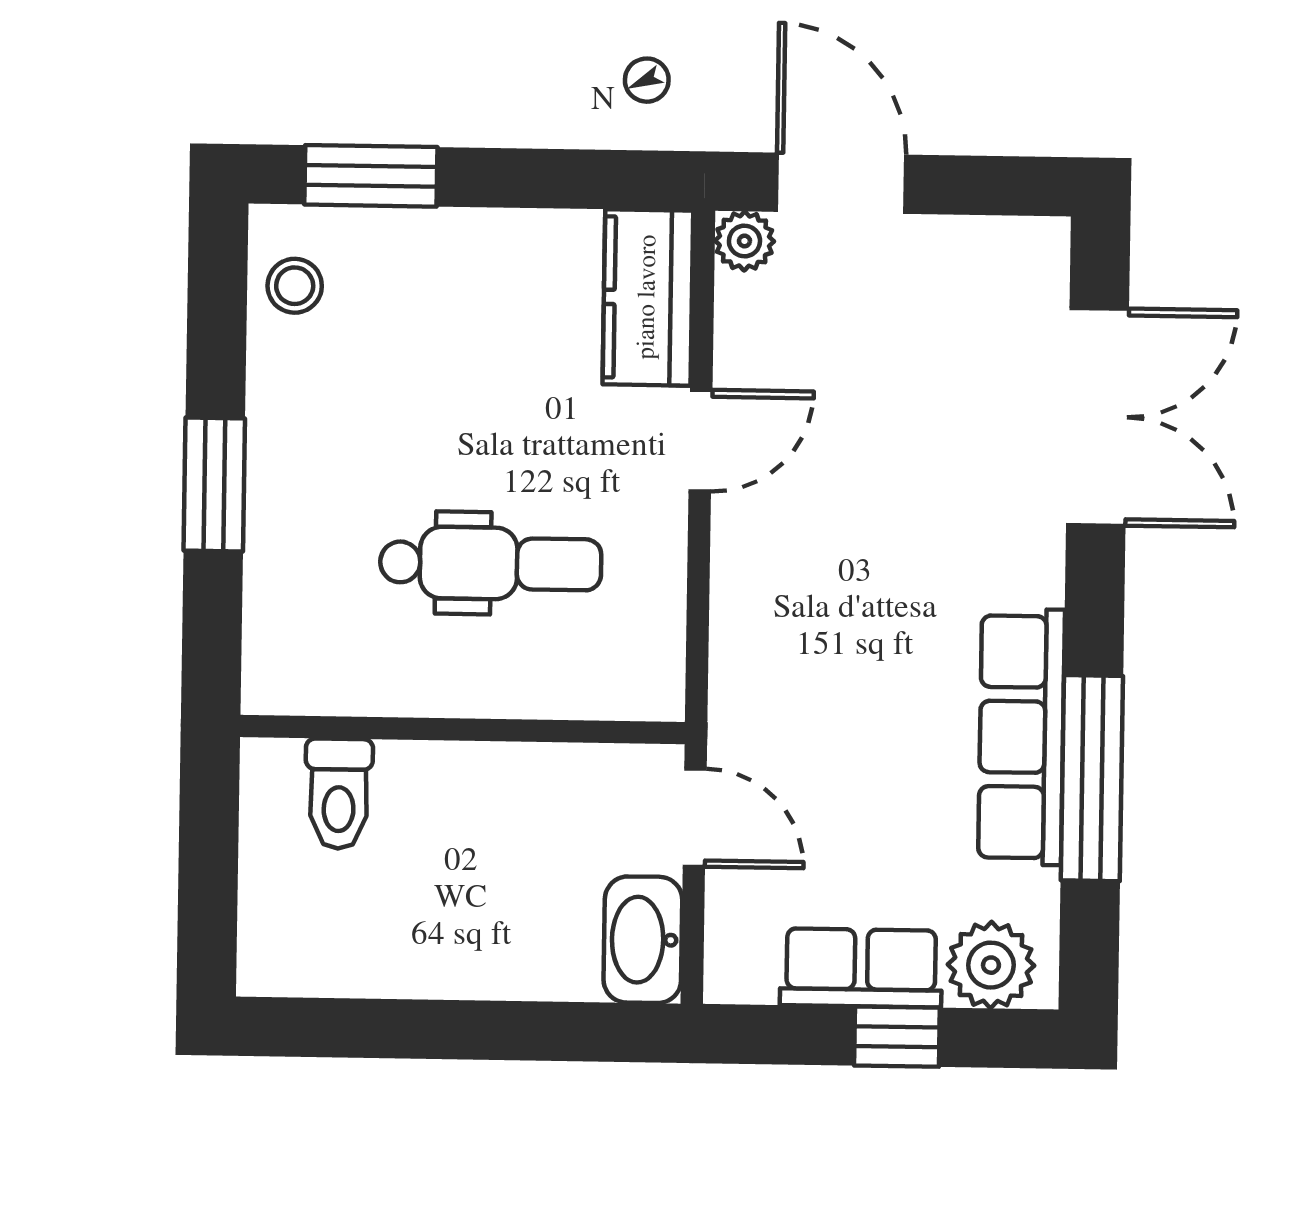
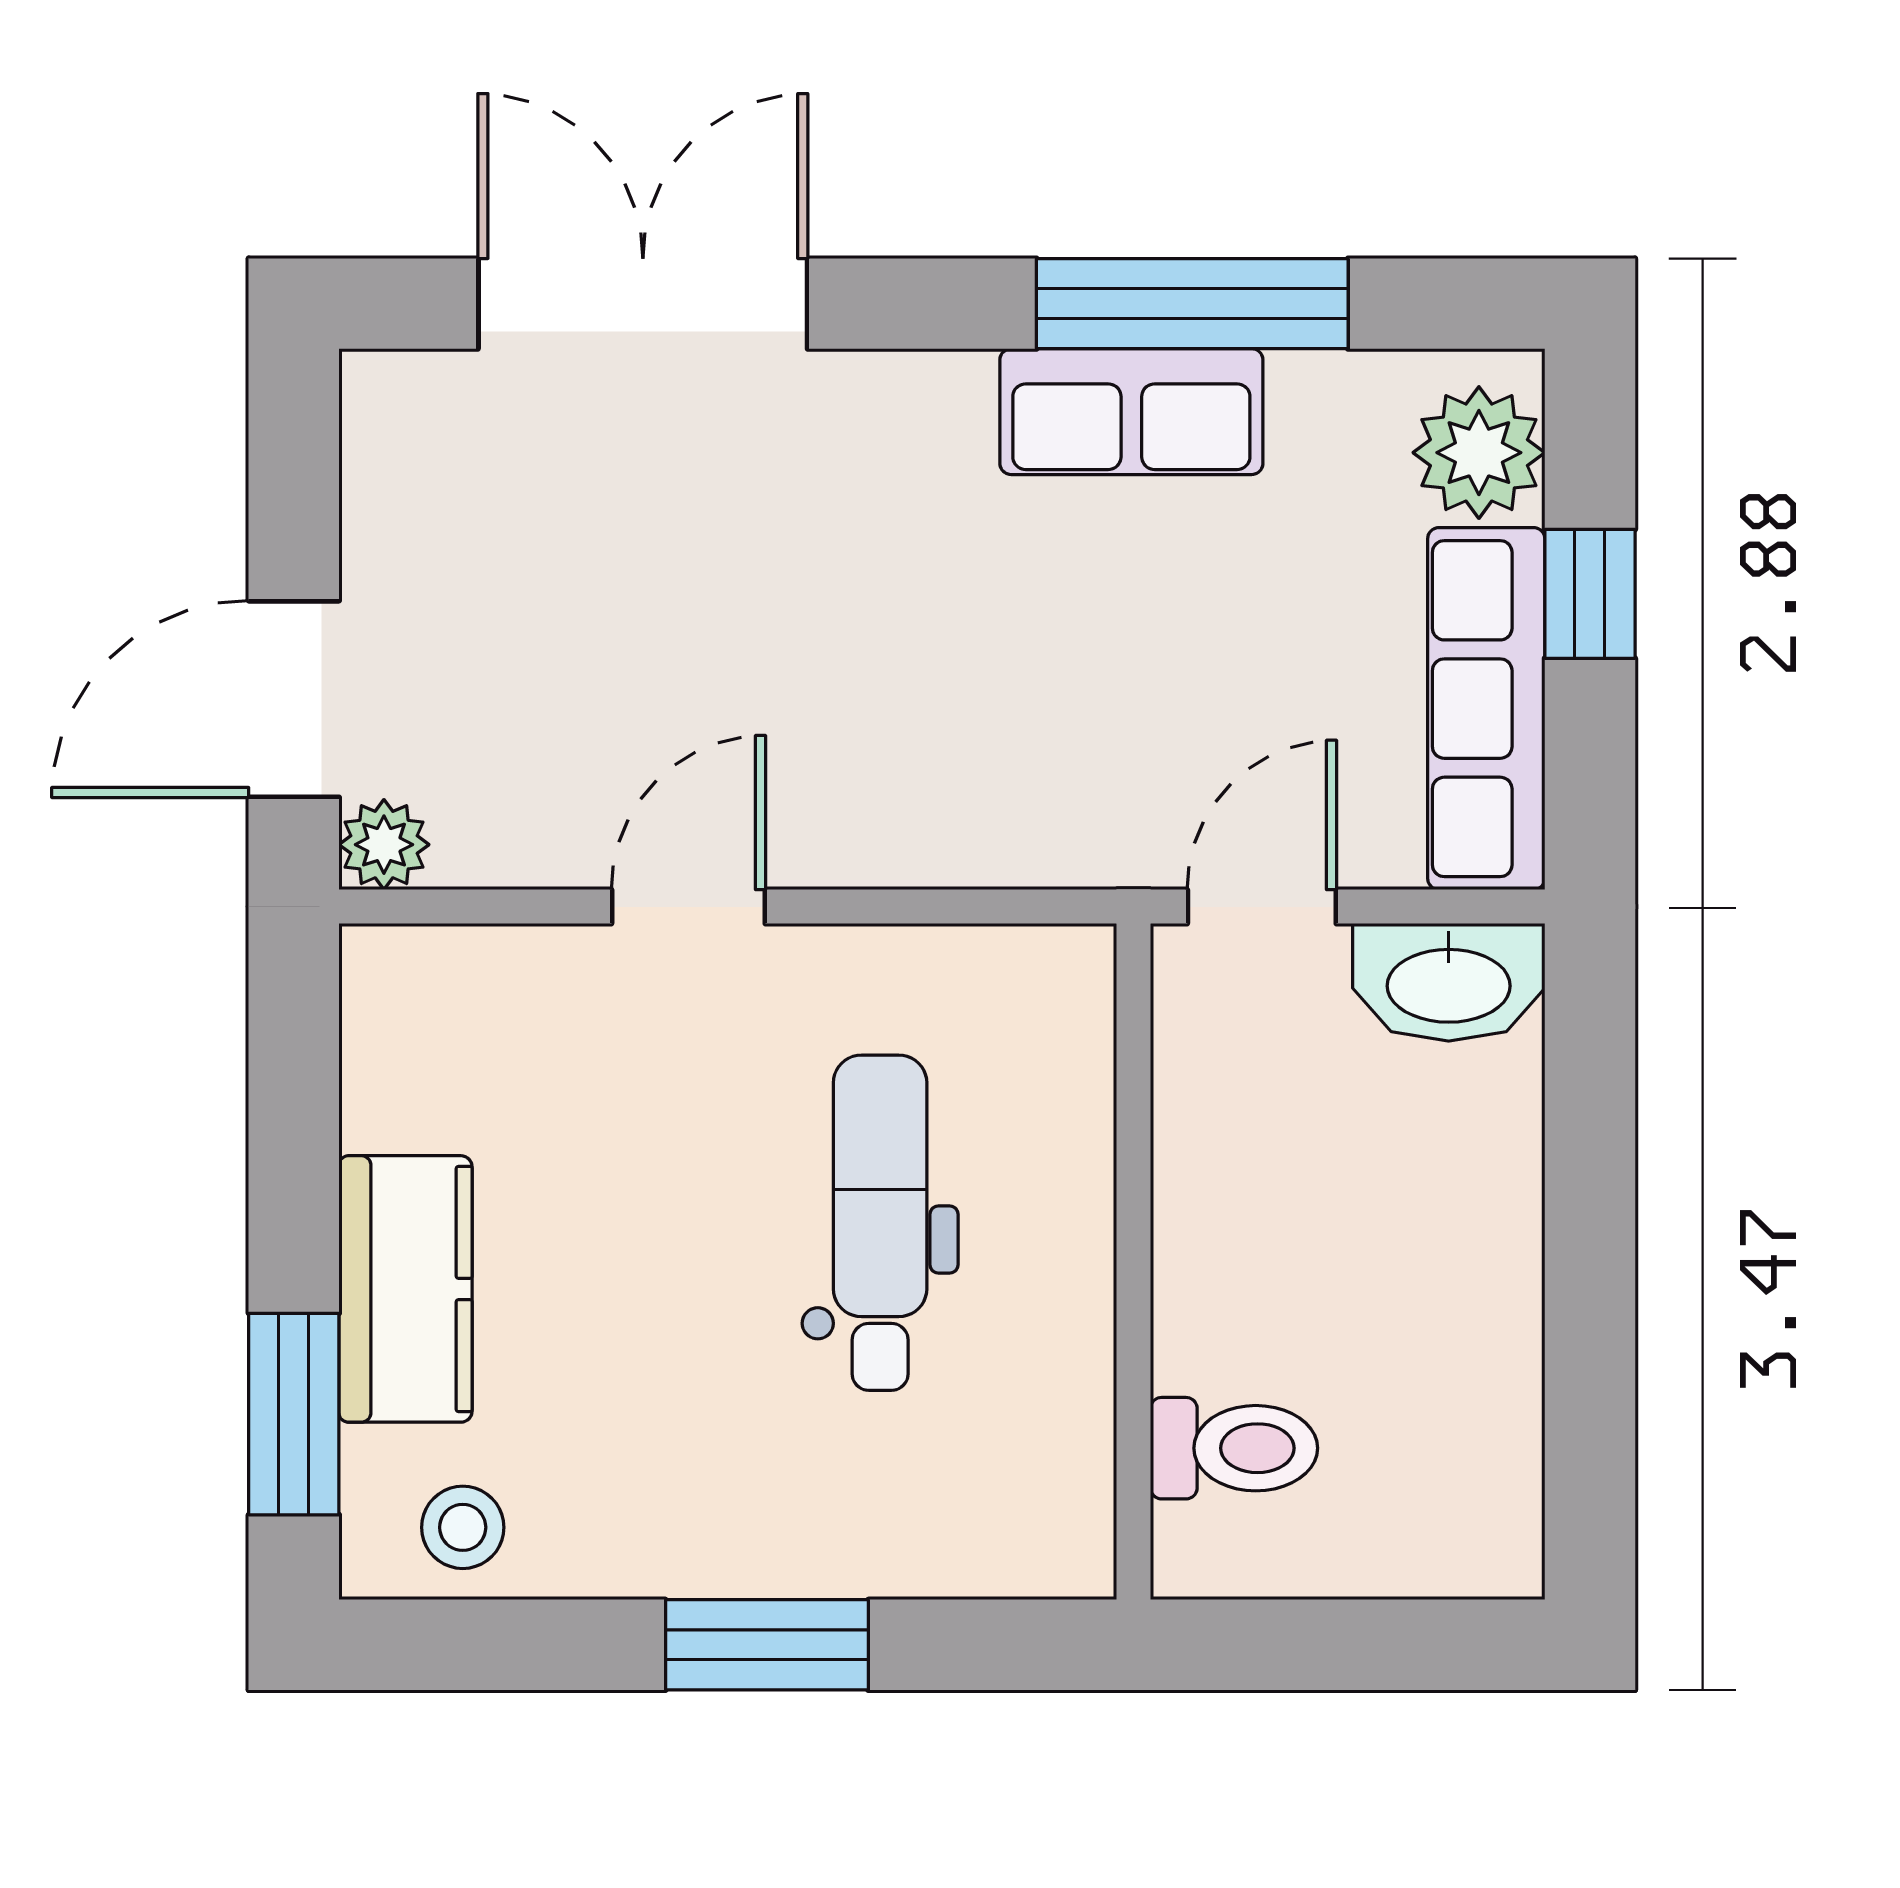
kitchen counter: (648, 297) -> (406, 1289), moved, turned -90
door: (701, 441) -> (688, 907), hinge flipped
row of seats: (1021, 737) -> (1131, 412), width x0.68
row of seats: (861, 968) -> (1486, 709), width x1.48

